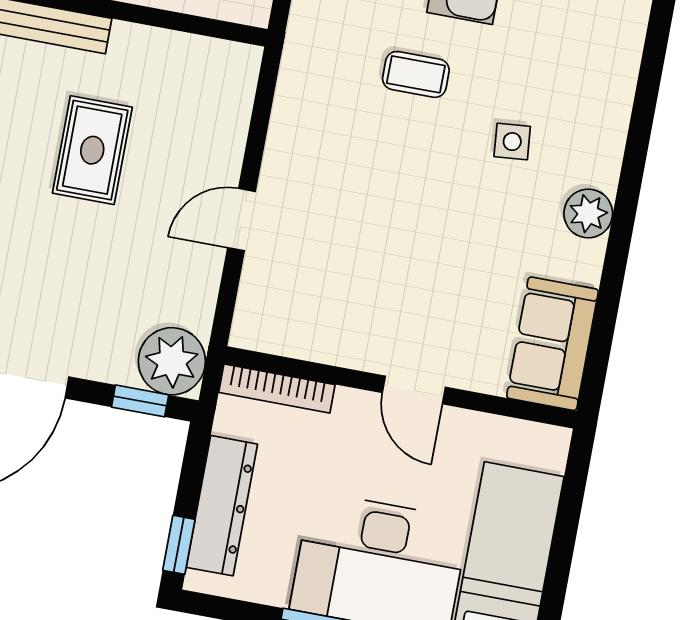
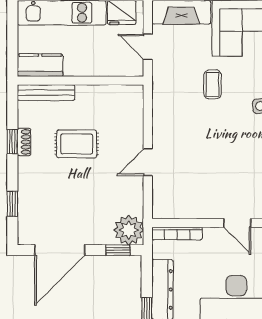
coffee table: (416, 74) -> (212, 84), turned 90
rug: (92, 150) -> (77, 144), turned 90

